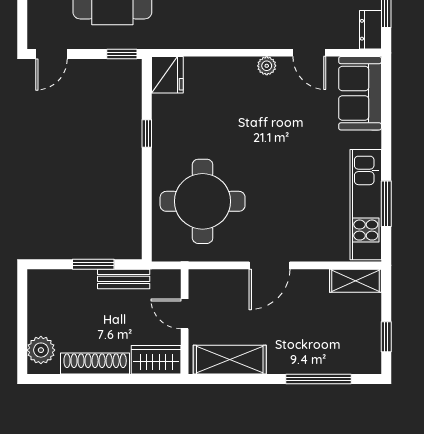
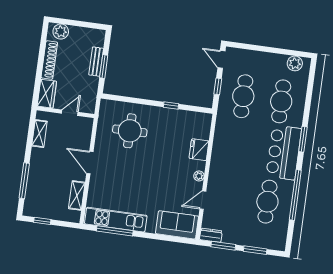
window: (122, 54) -> (218, 86), moved
fridge: (167, 75) -> (199, 150), moved, turned 90
round table: (203, 201) -> (130, 131), width x0.73, depth x0.73
window: (386, 204) -> (115, 231), width x1.44
bench: (124, 279) -> (96, 62), moved
shelving: (355, 281) -> (77, 195), moved
shelving: (230, 360) -> (39, 134), width x0.67, depth x0.75

